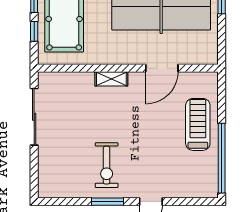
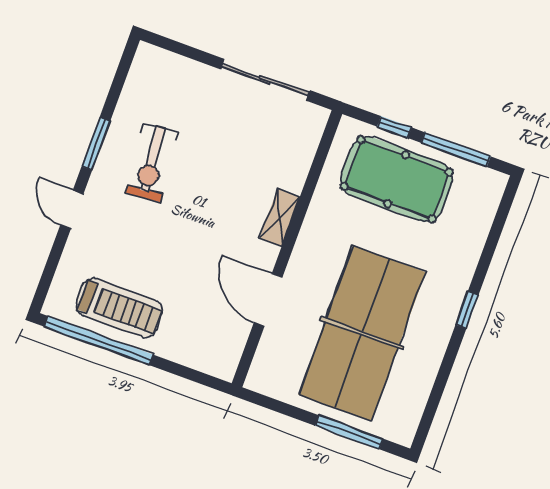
treadmill: (198, 124) -> (119, 308), moved
exercise bike: (107, 165) -> (152, 163), turned -96

